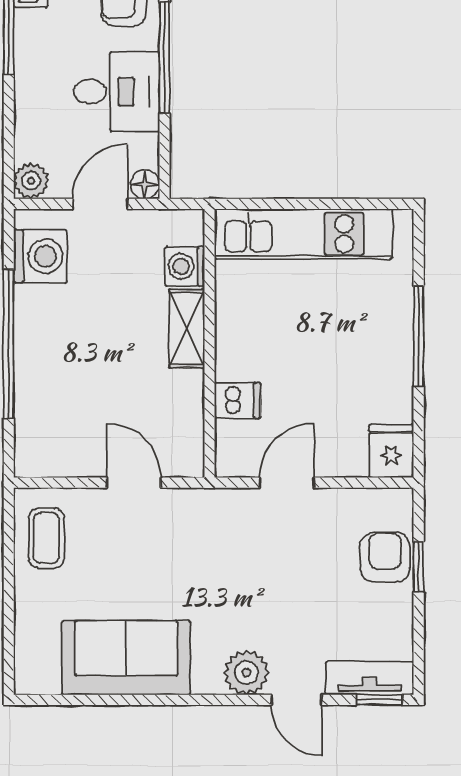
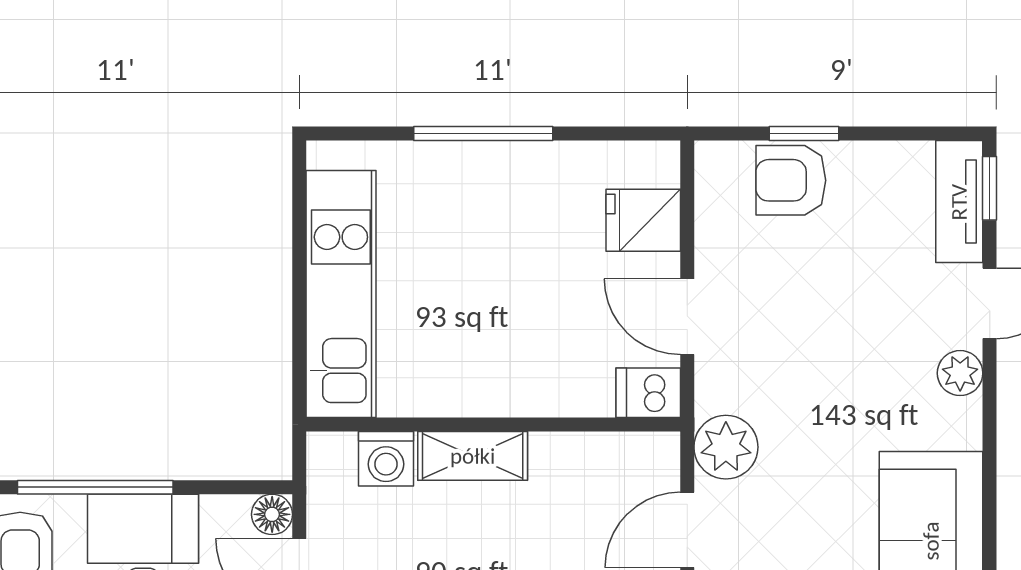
dishwasher: (238, 400) -> (648, 393), moved, turned -90
fridge: (391, 451) -> (643, 220), moved
plant: (193, 511) -> (726, 447), added
plant: (246, 673) -> (960, 373), width x0.73, depth x0.73

